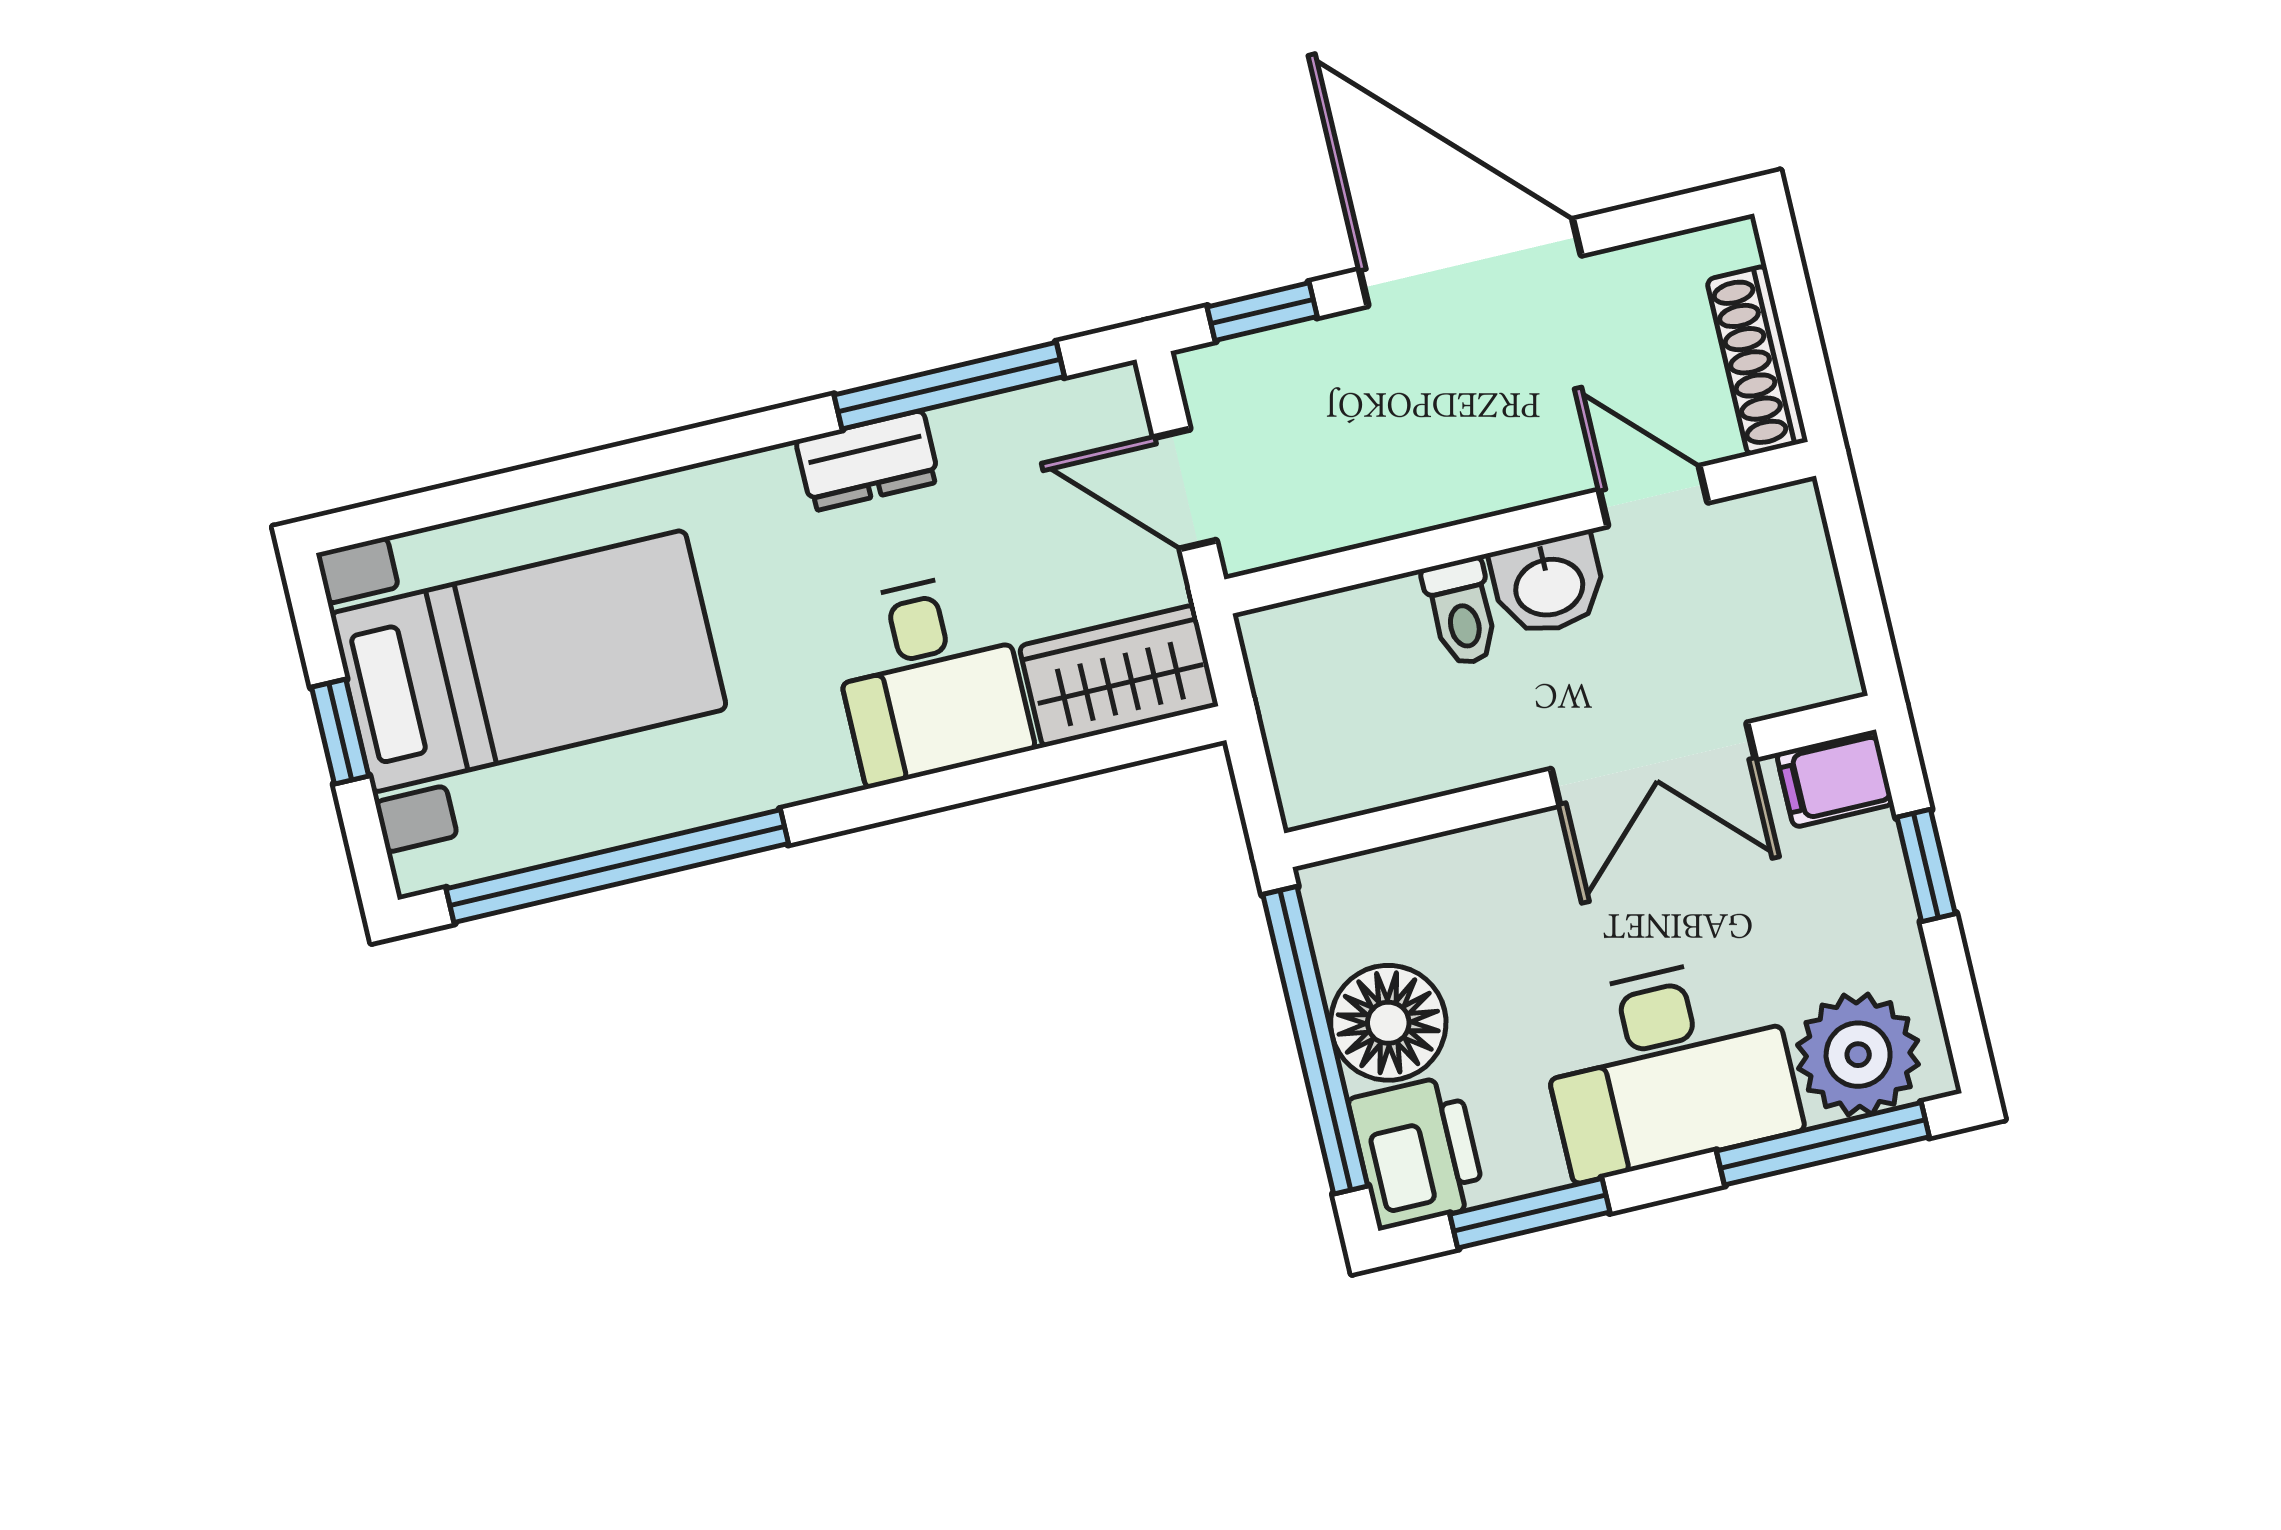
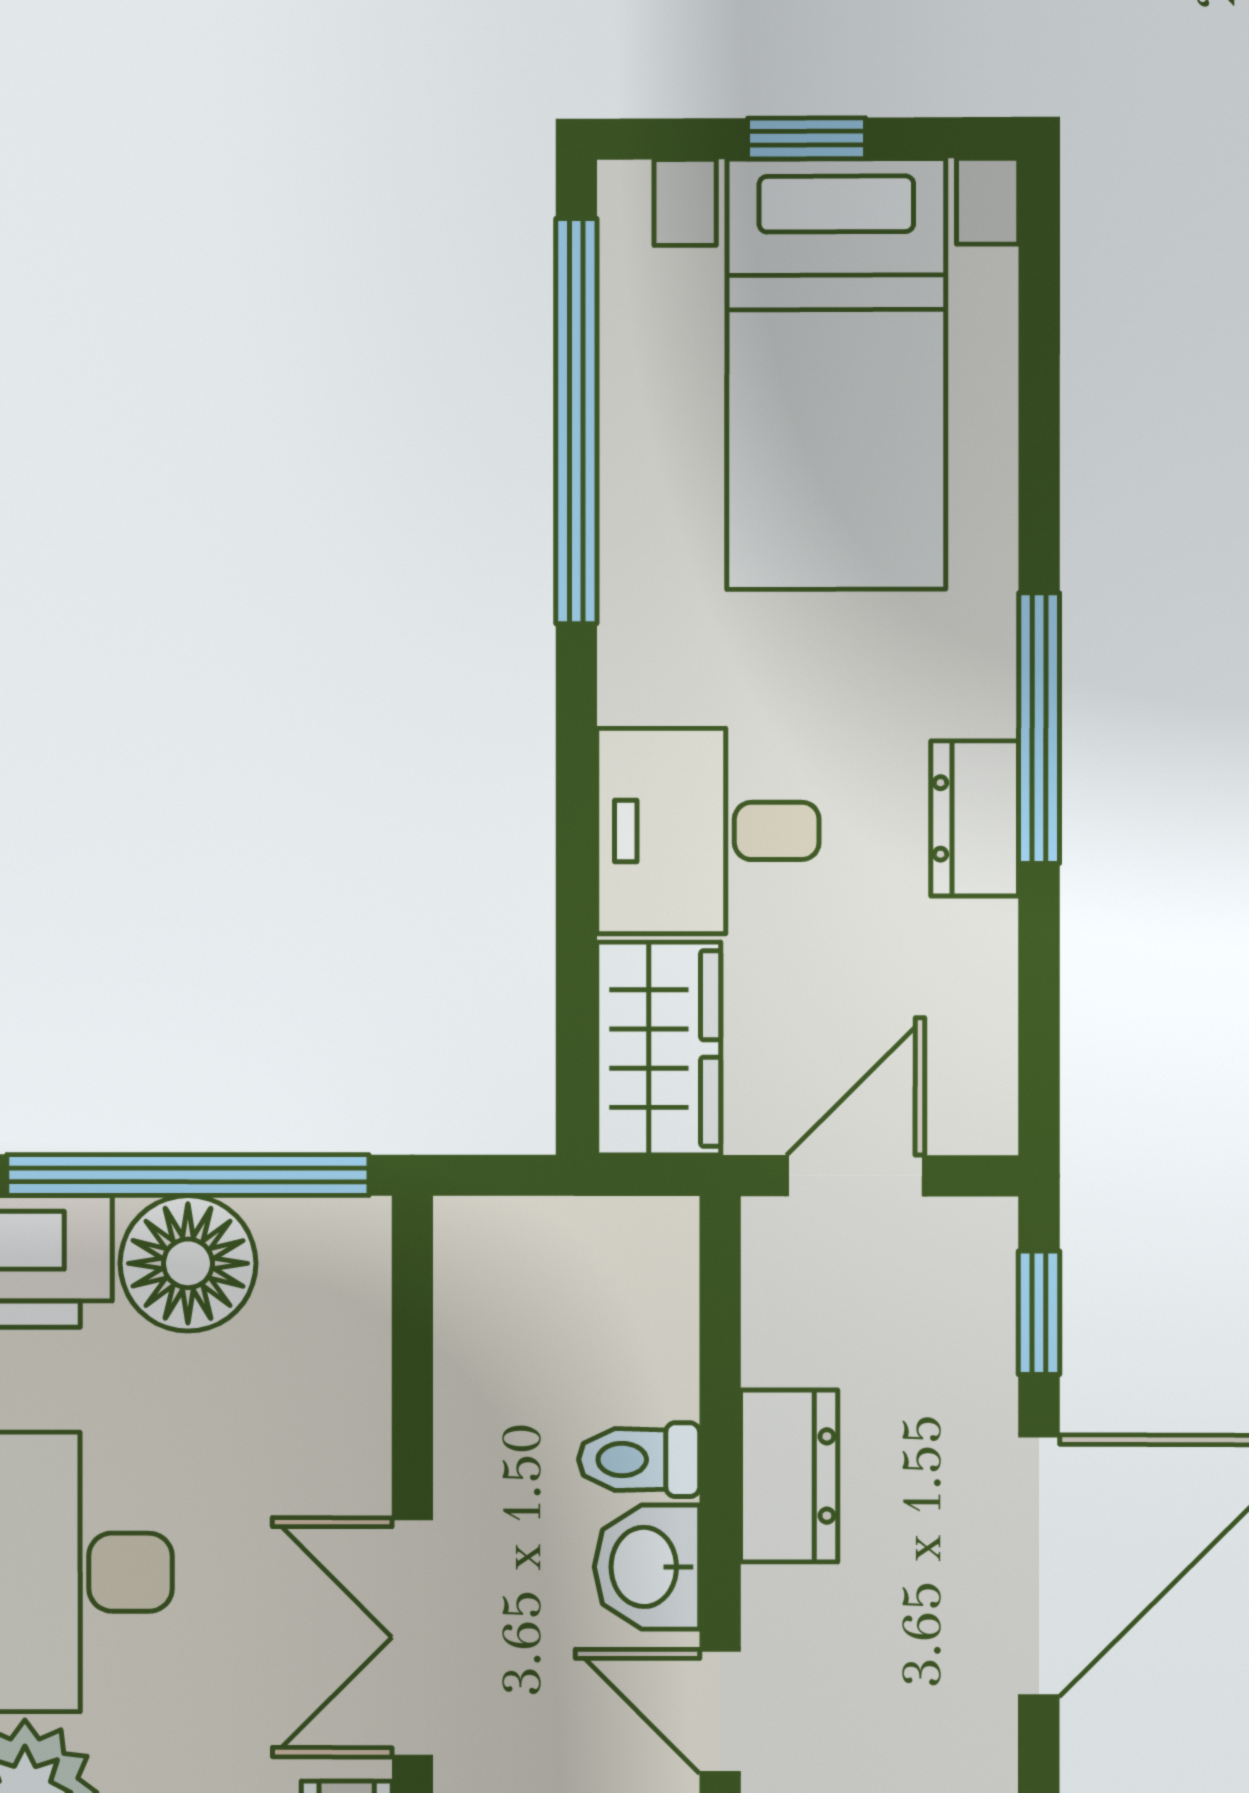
window: (949, 386) -> (1039, 728), moved
dresser: (1446, 485) -> (789, 1476), added
door: (1653, 496) -> (720, 1712), swing flipped

